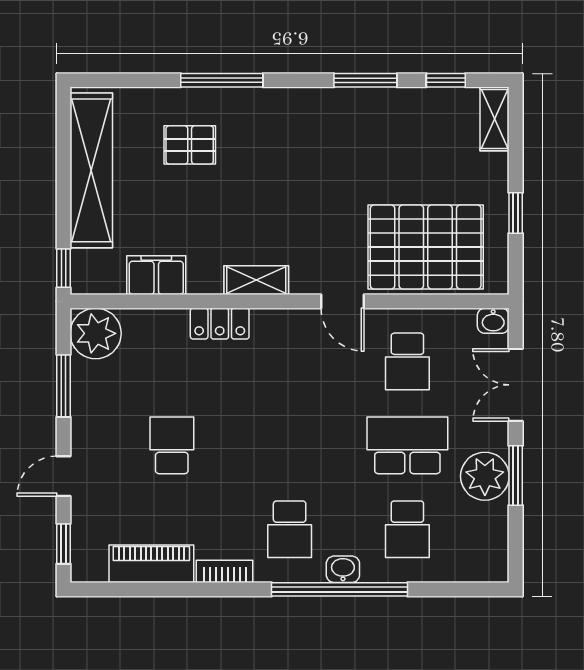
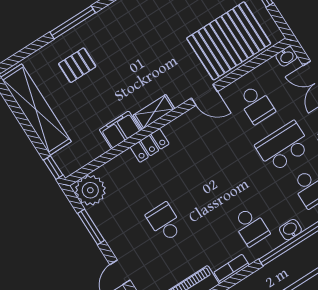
filing cabinet: (156, 275) -> (120, 130), moved

